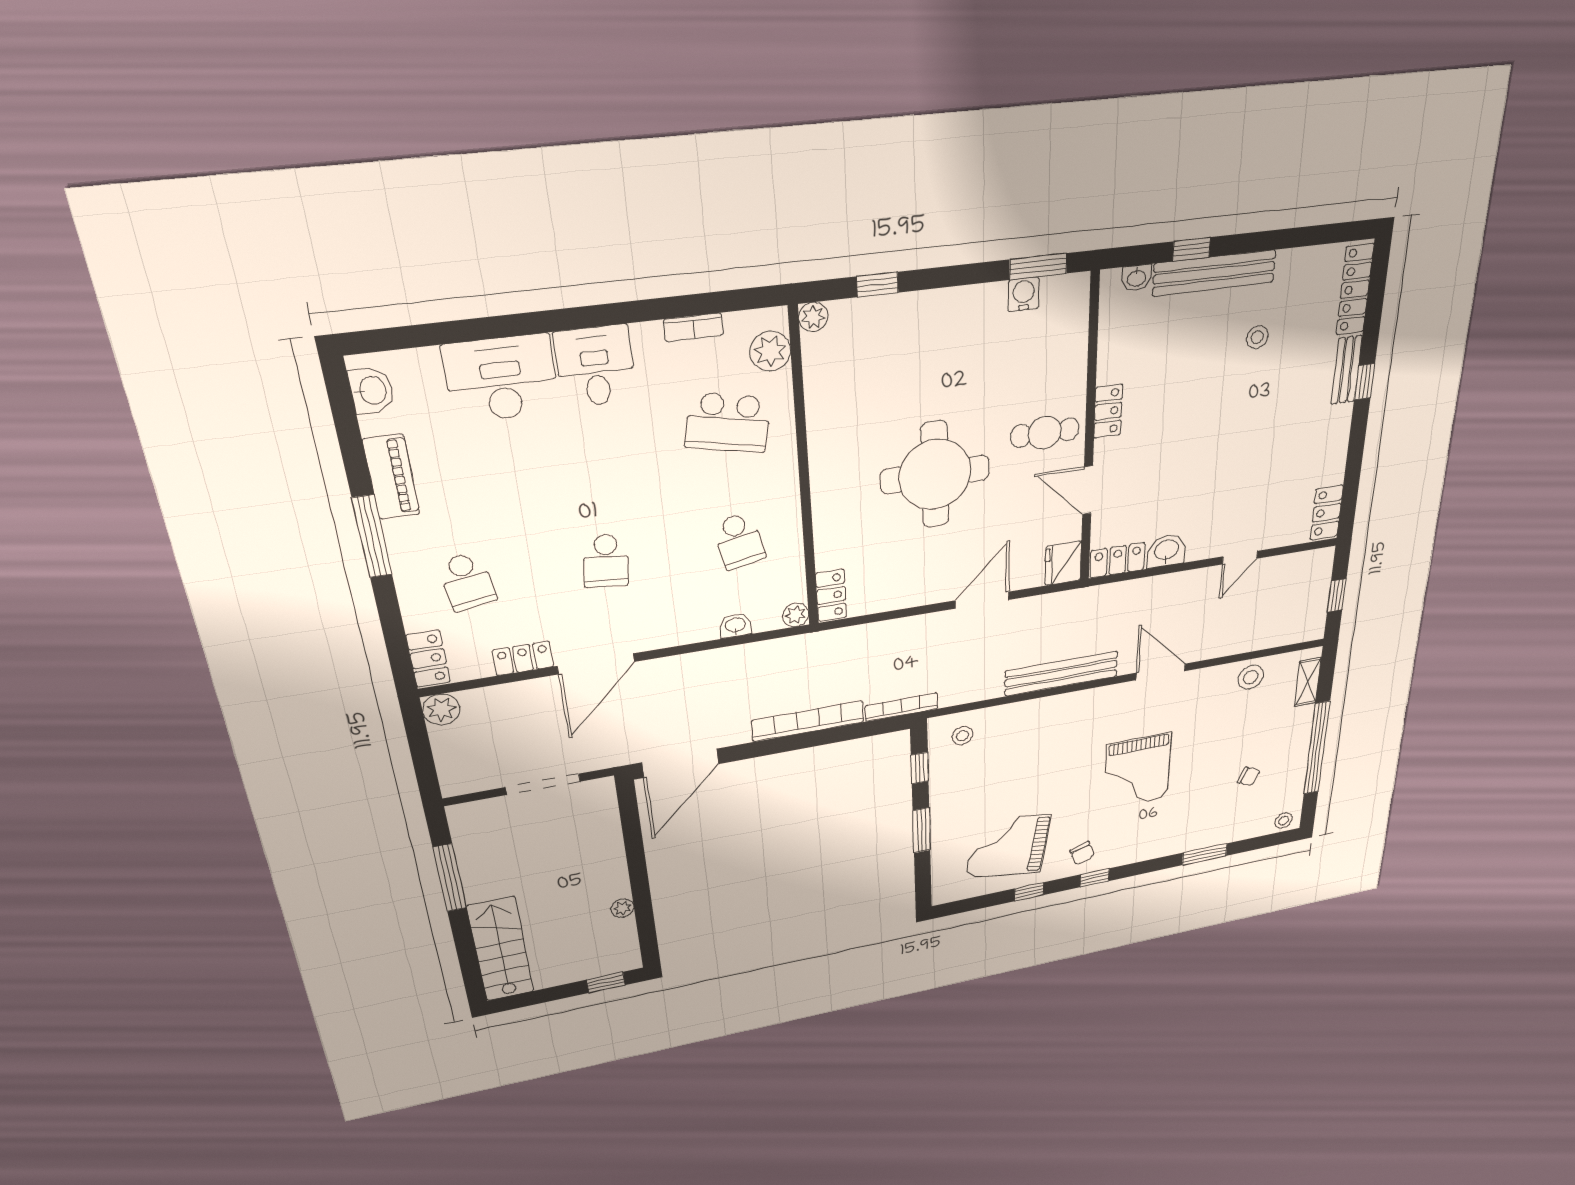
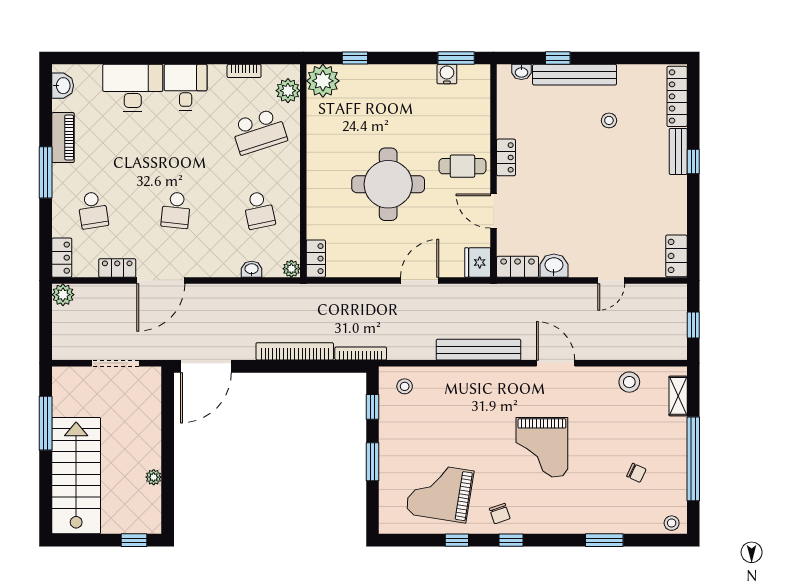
plant: (813, 317) -> (323, 81), width x1.87, depth x1.87
school desk: (728, 423) -> (259, 132), turned -30
stairs: (501, 949) -> (76, 476), width x1.36, depth x1.51

